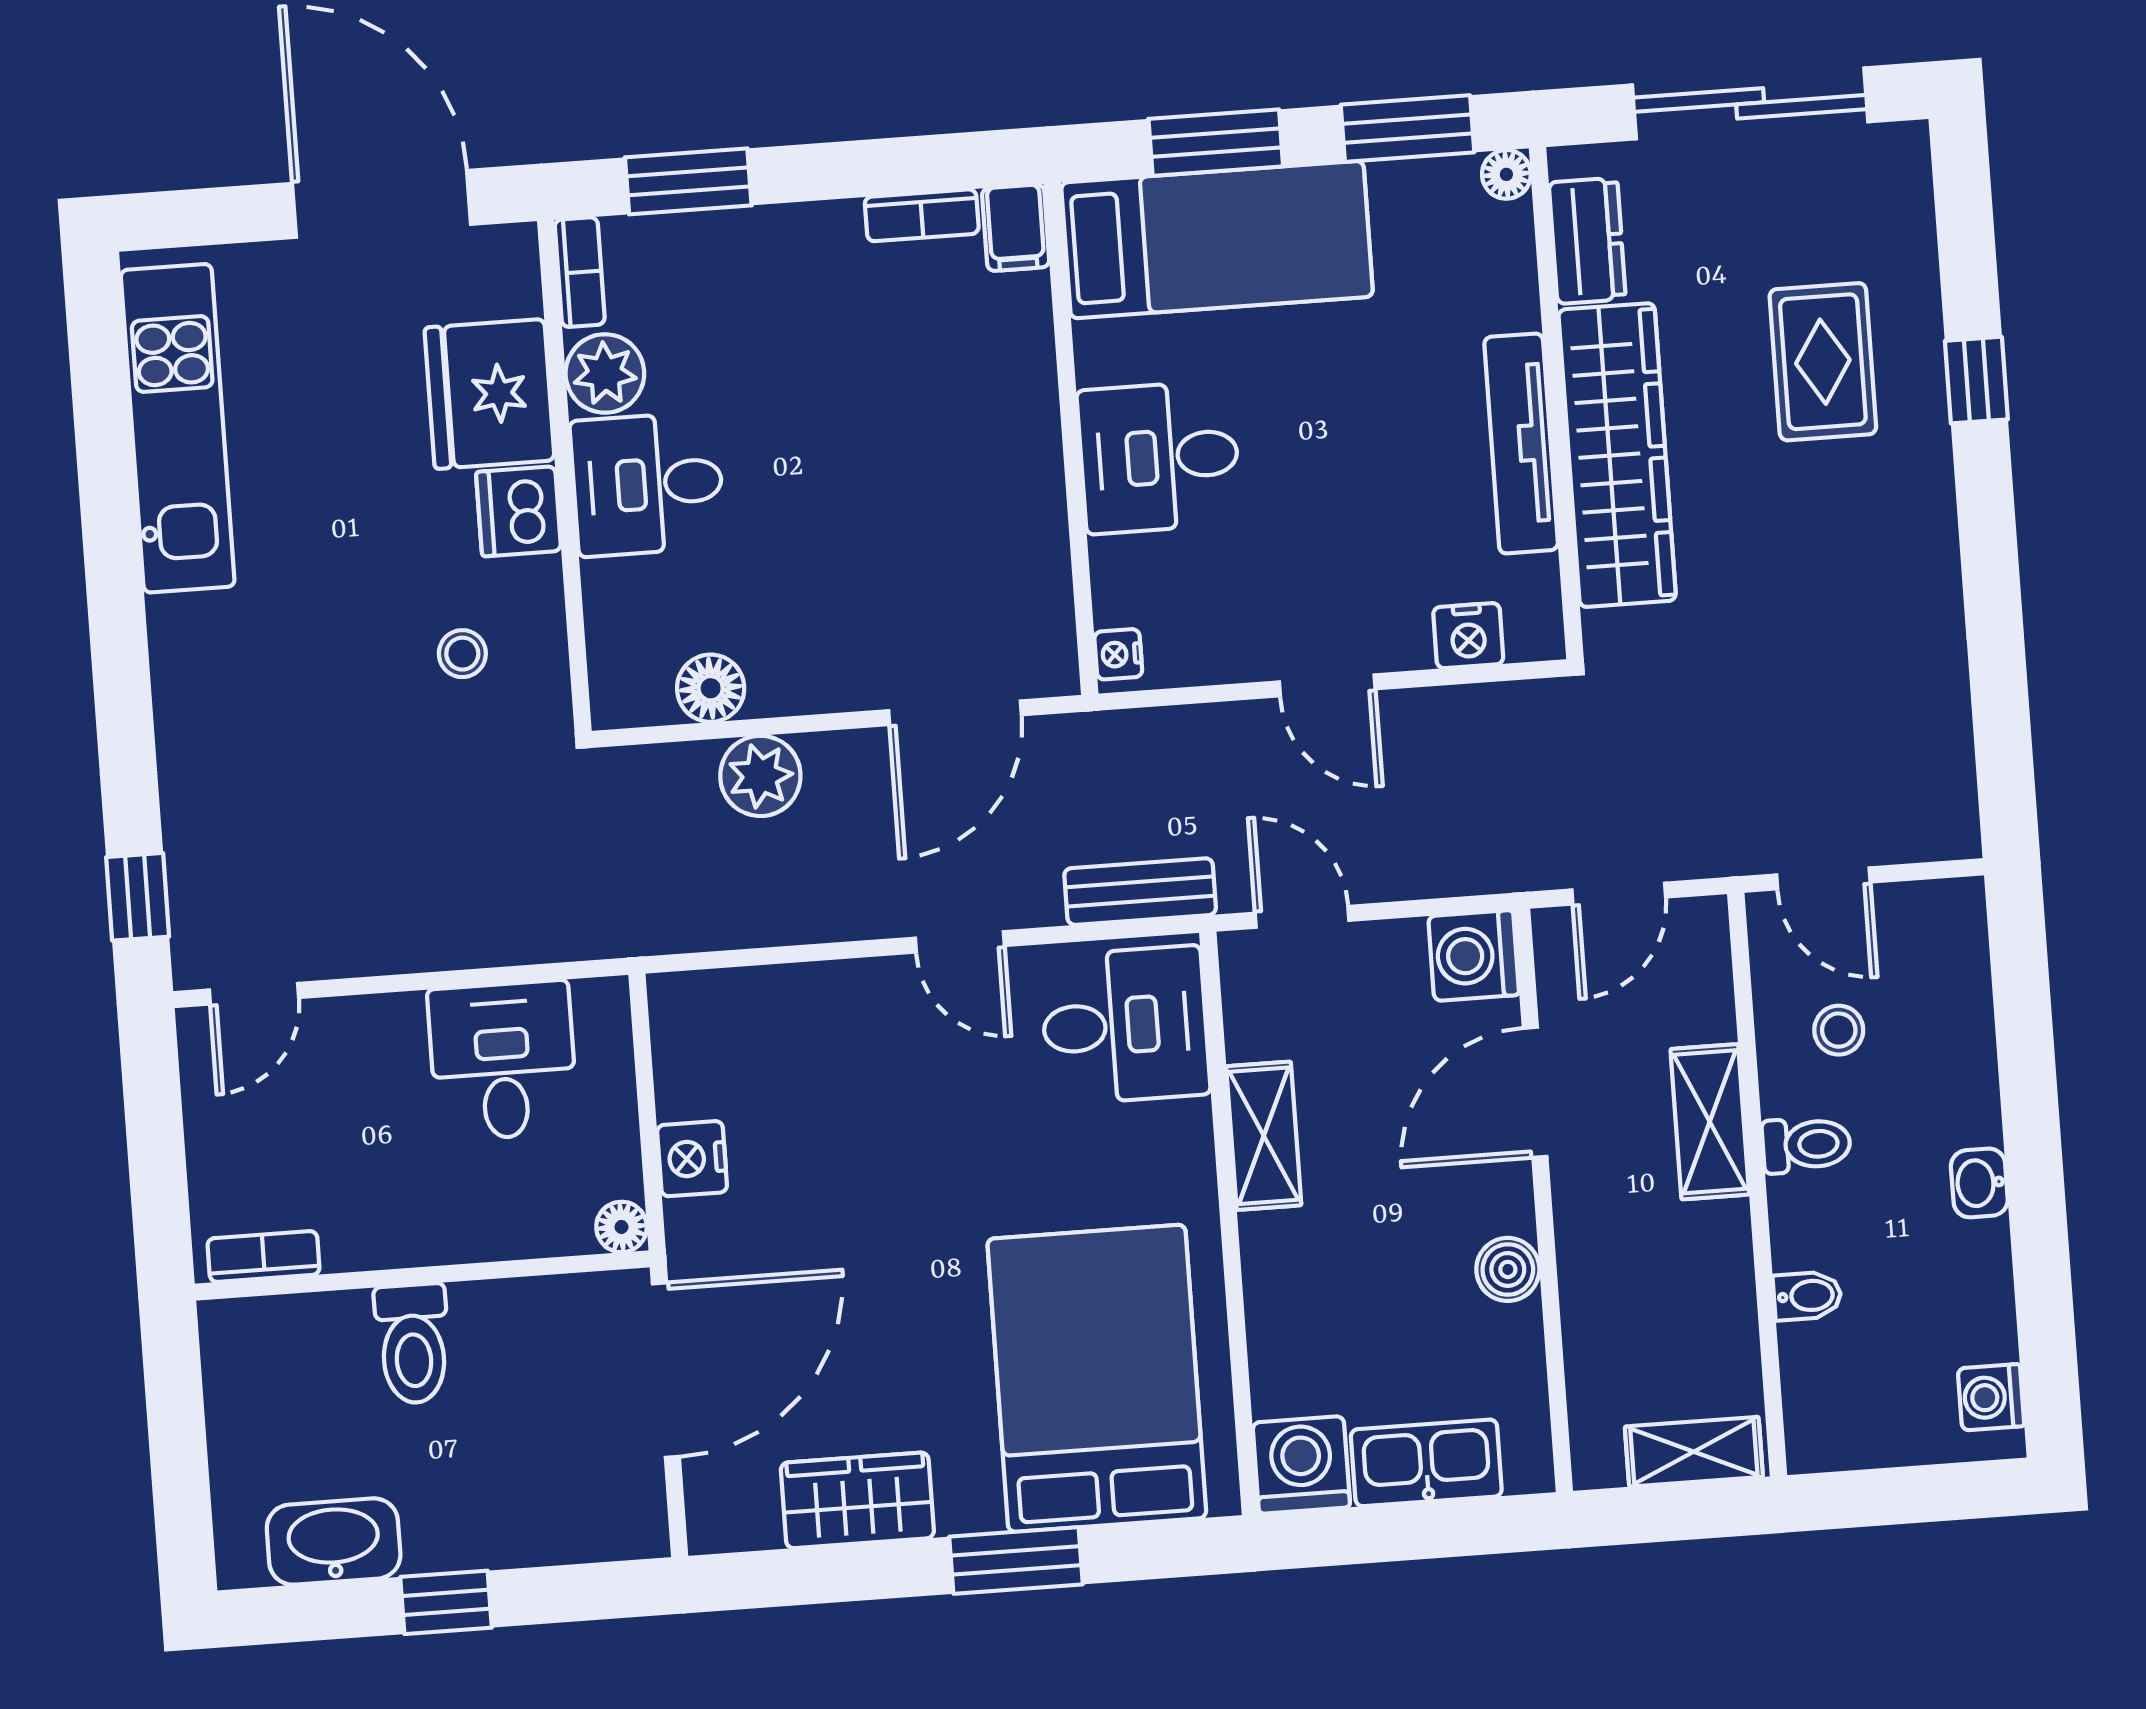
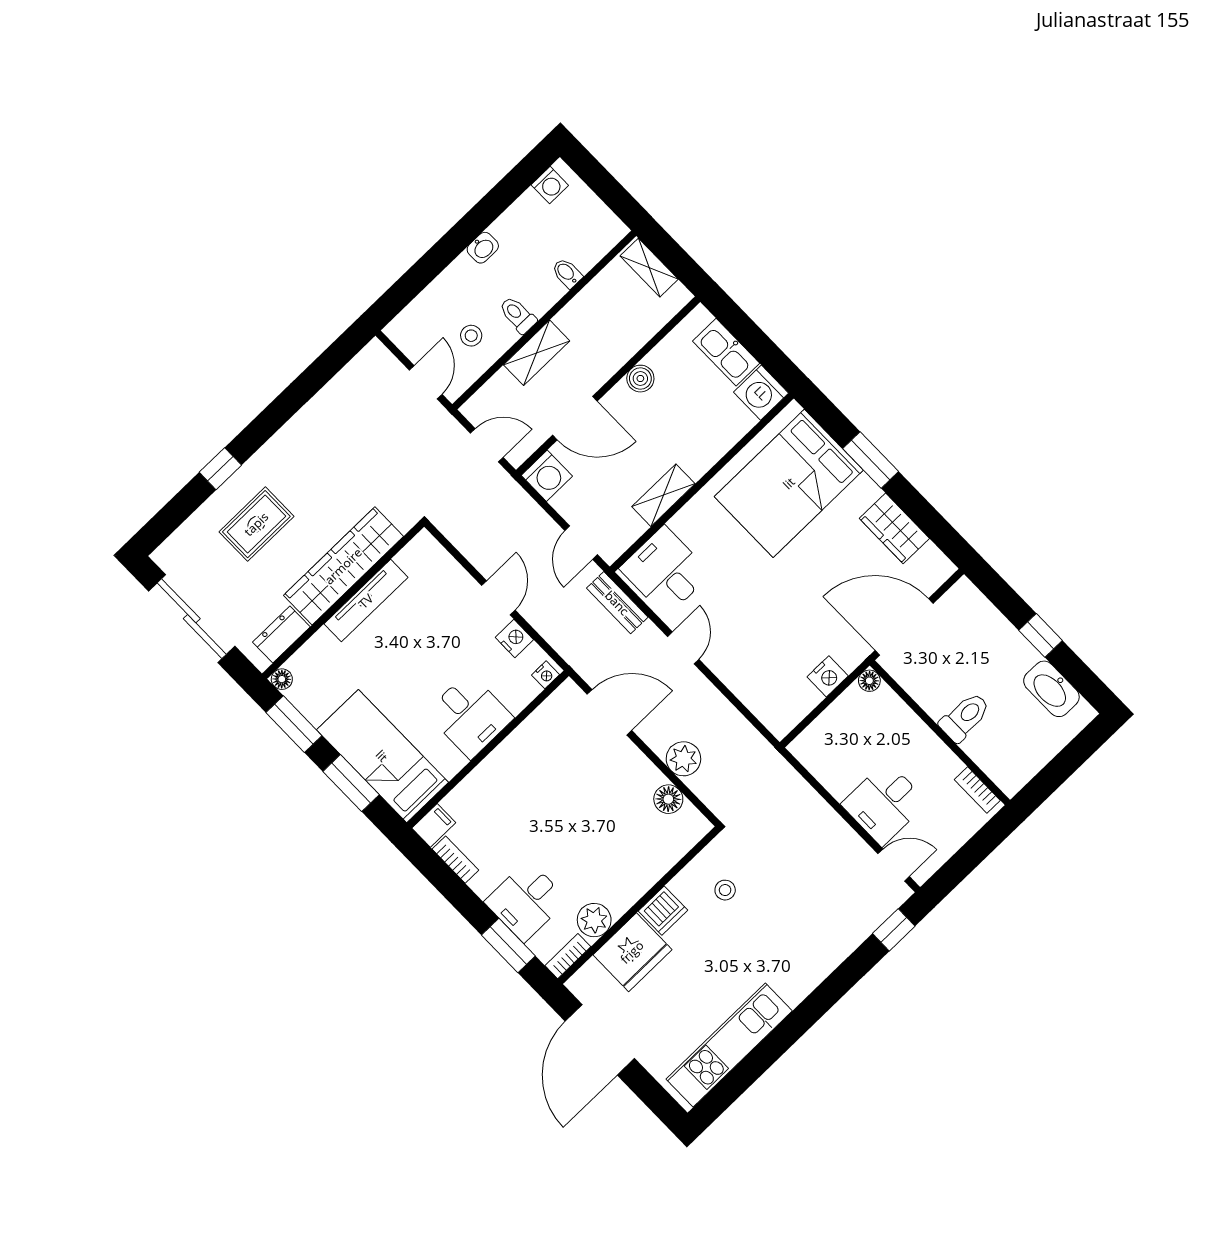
desk: (648, 484) -> (526, 901), moved, turned 90
nightstand: (1468, 636) -> (514, 638), moved
desk: (503, 1061) -> (884, 803), moved

